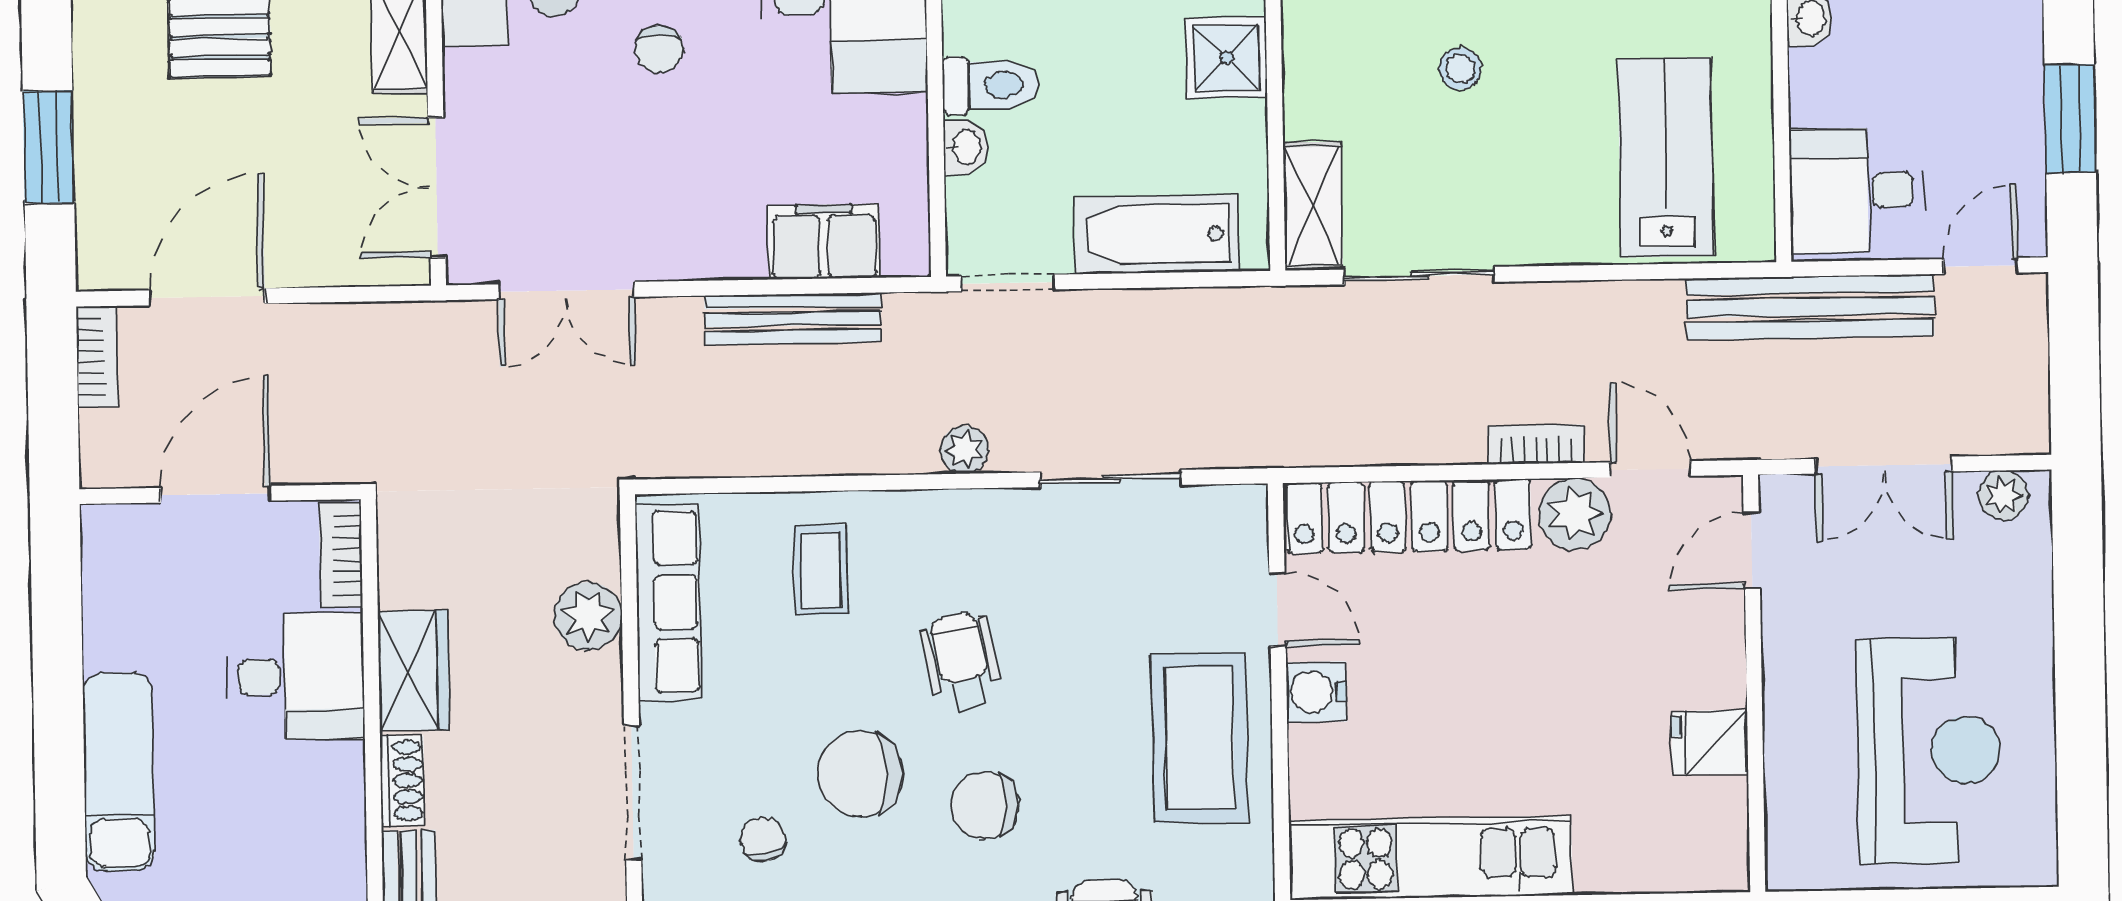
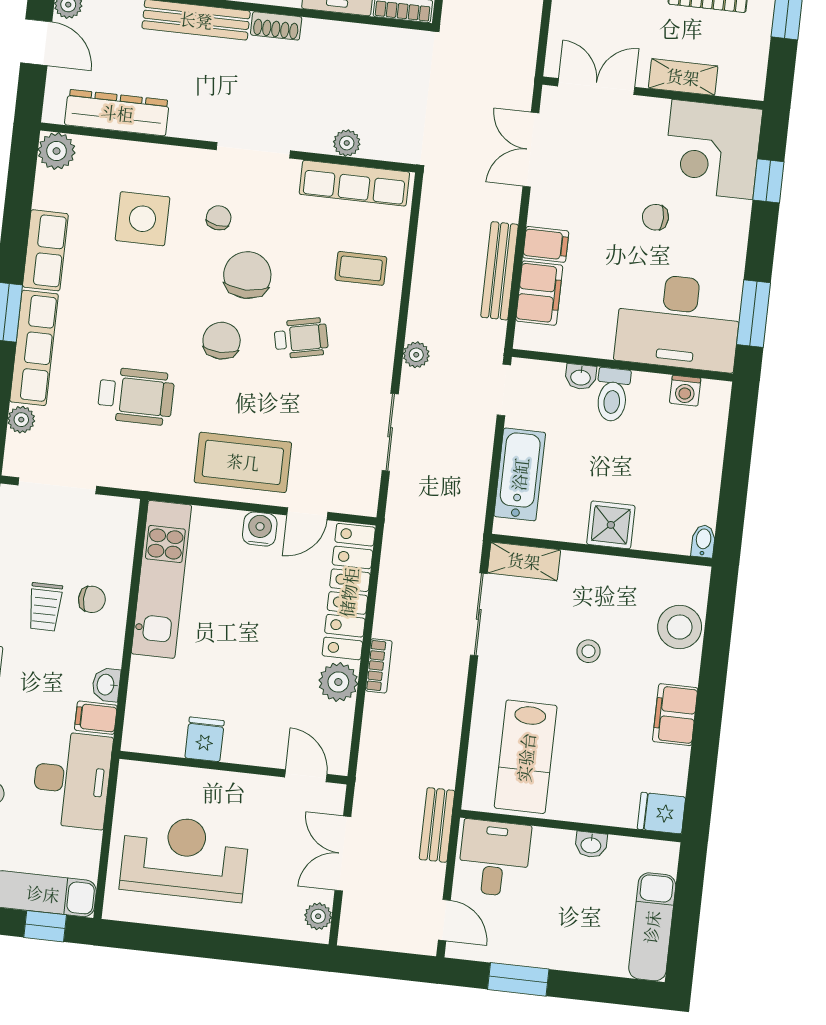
lab bench: (1666, 157) -> (526, 757), turned 90
filing cabinet: (734, 241) -> (546, 244), added
bench: (1810, 307) -> (437, 825), width x0.54, depth x0.82
door: (1650, 469) -> (357, 726), removed
plant: (588, 616) -> (347, 143), width x0.73, depth x0.73
wardrobe: (413, 671) -> (335, 40), removed
reception desk: (1929, 751) -> (185, 858), turned 180
chair: (763, 839) -> (219, 218), turned -69

